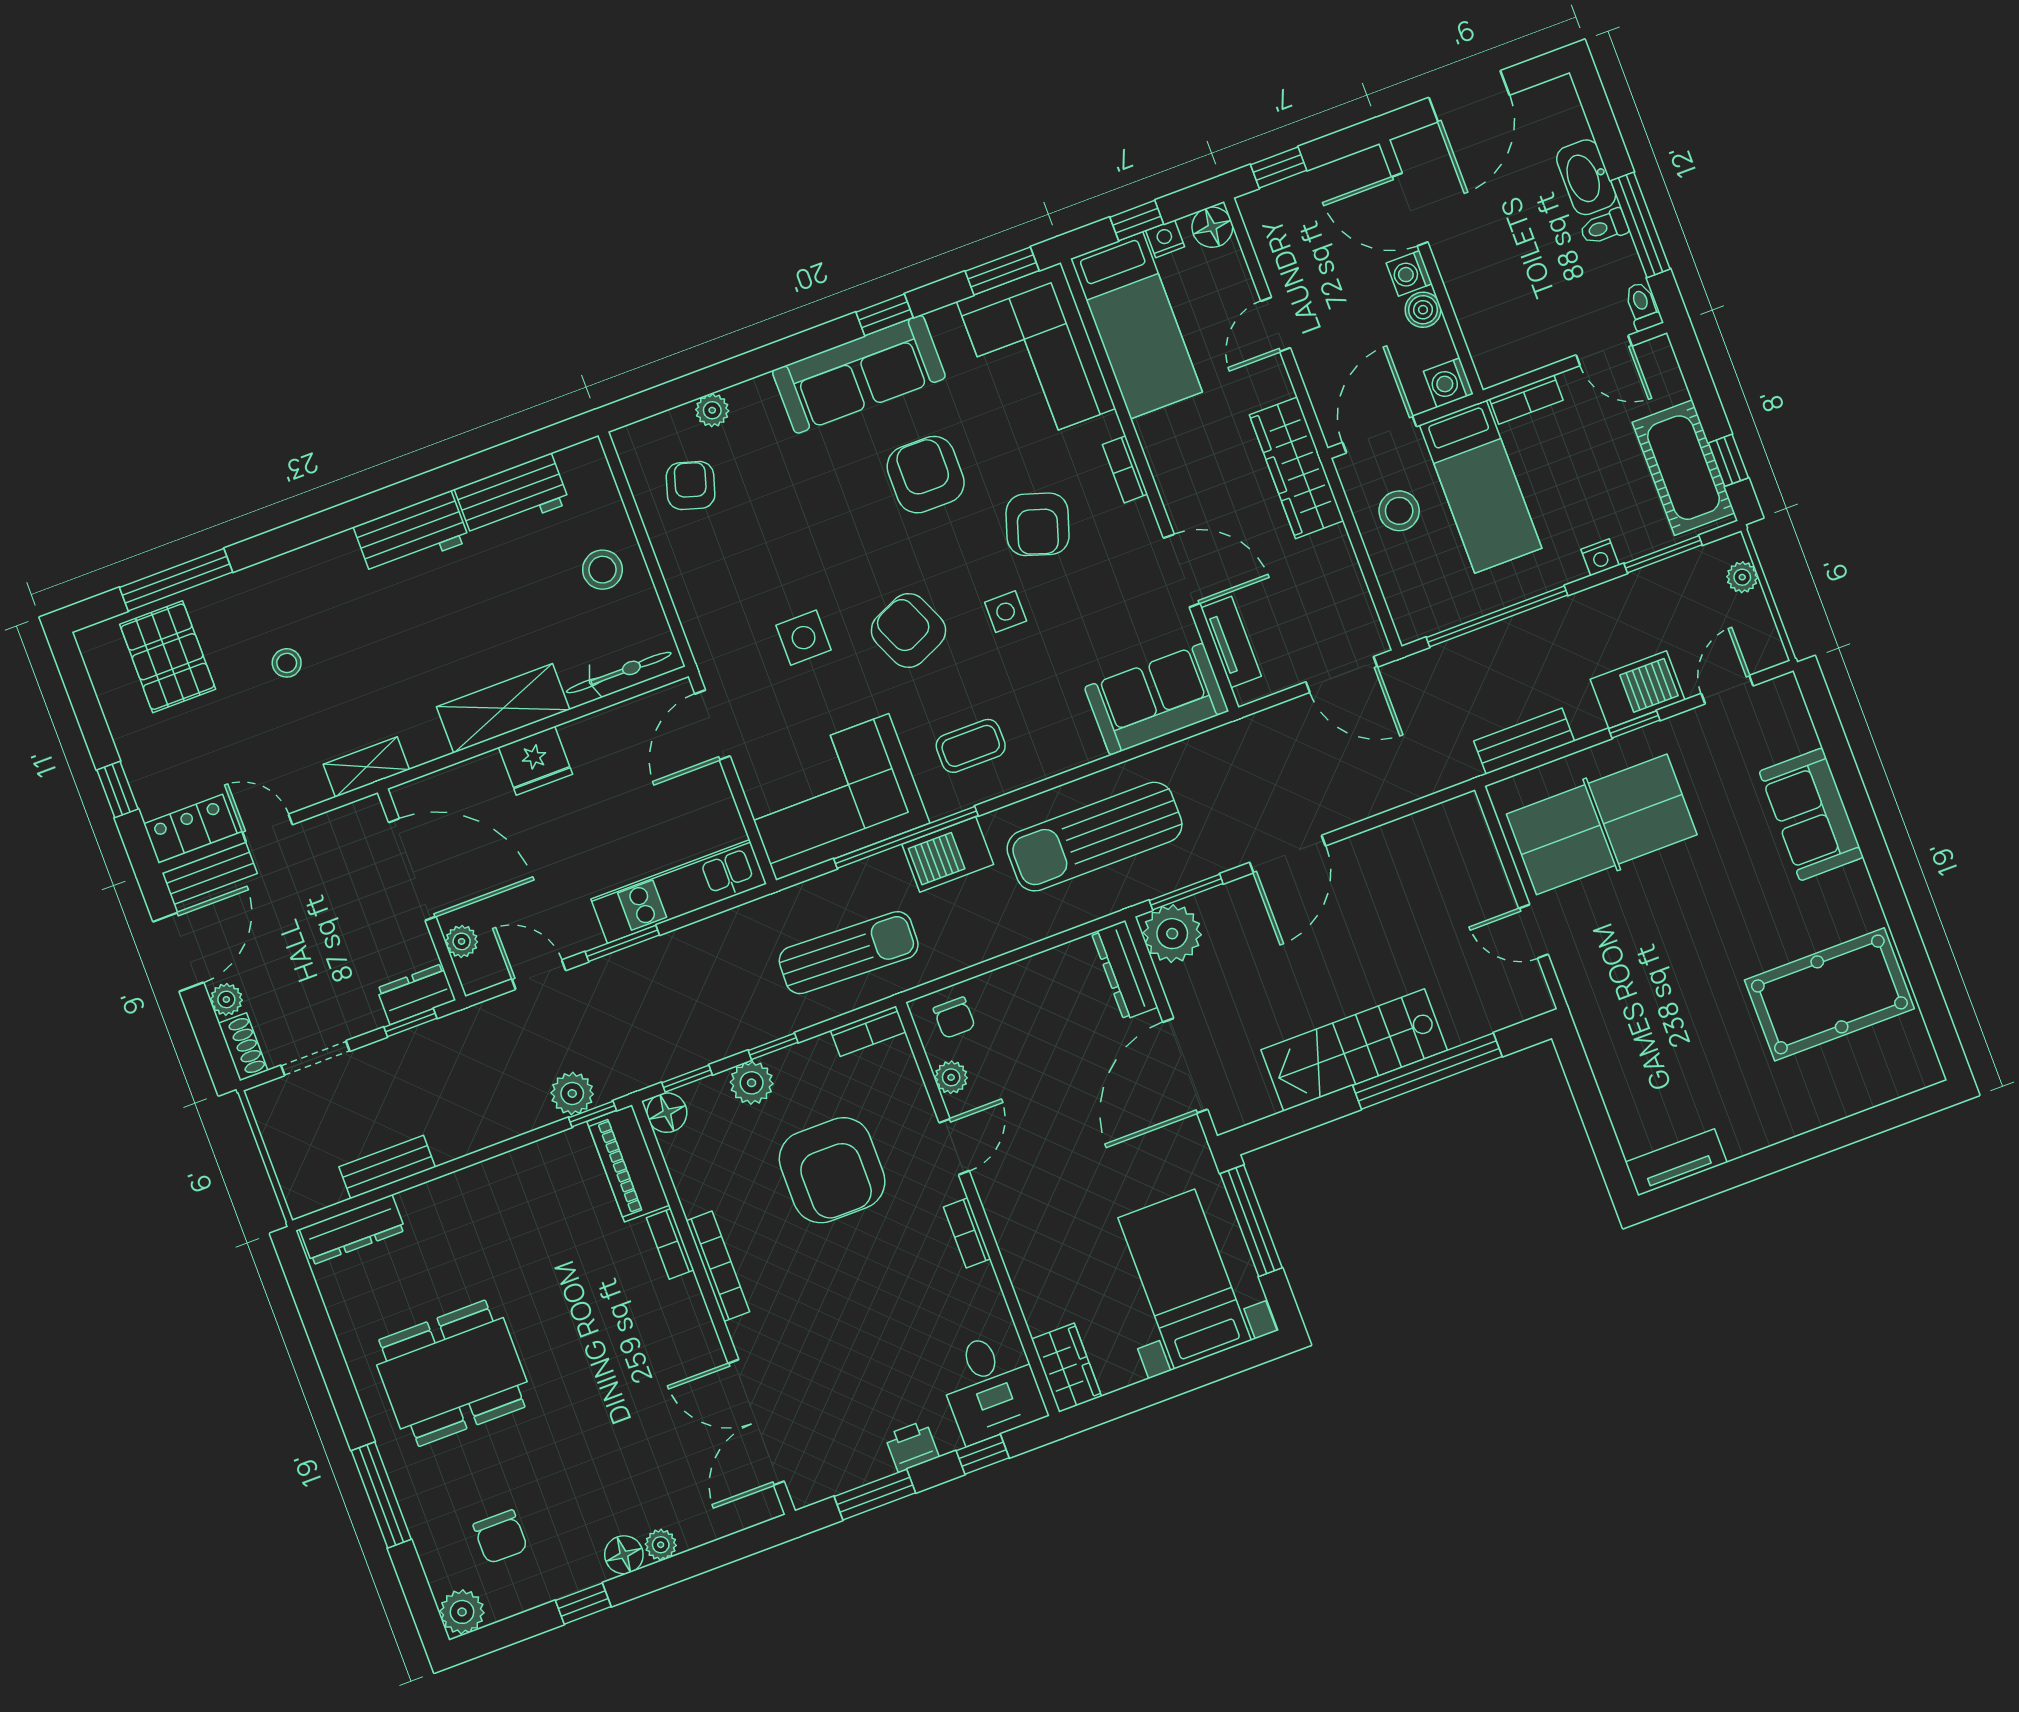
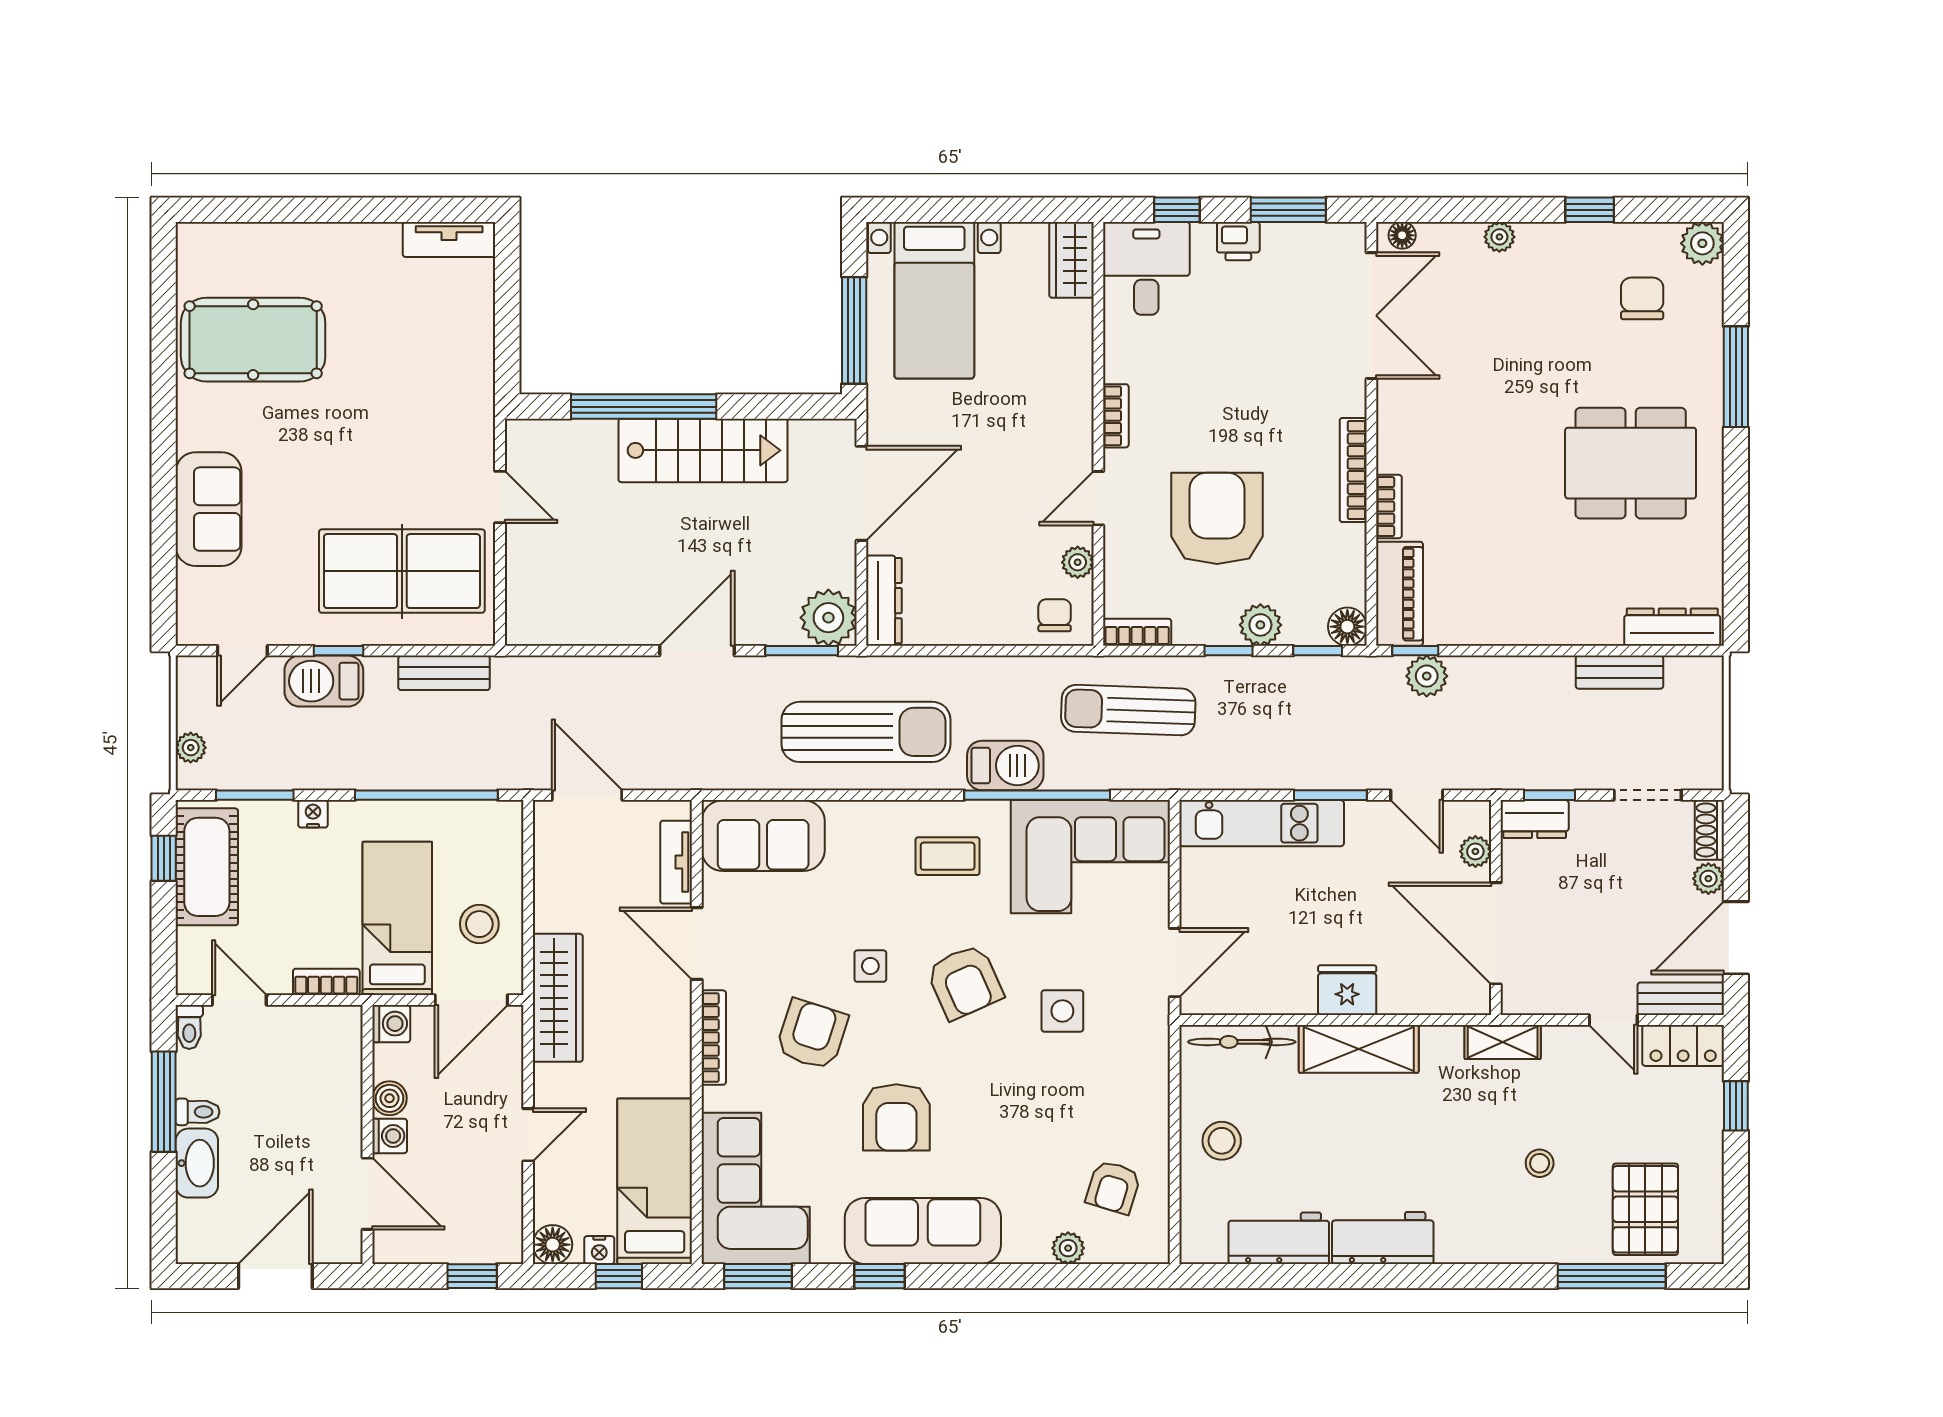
bookcase: (1125, 469) -> (714, 1038), width x1.56
floor lamp: (624, 1555) -> (1402, 235), moved, width x0.73, depth x0.73

